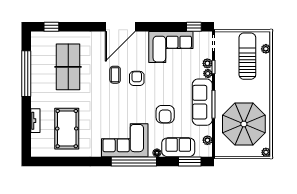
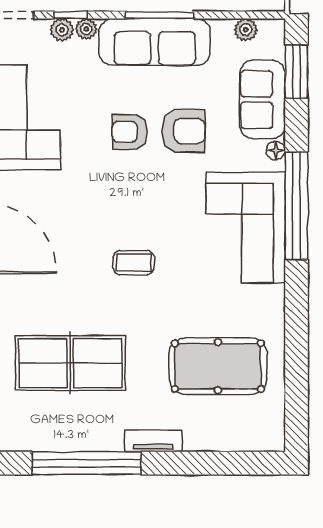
coffee table: (115, 75) -> (134, 263), moved
armchair: (137, 78) -> (130, 132), moved
tv unit: (35, 121) -> (153, 441), moved

